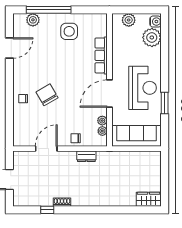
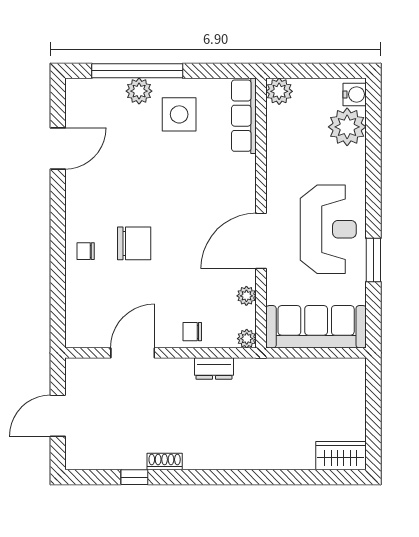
plant: (33, 20) -> (139, 91), moved
plant: (129, 20) -> (279, 91), moved
row of seats: (101, 55) -> (244, 116), moved
chair: (47, 95) -> (134, 243), turned 120
plant: (102, 131) -> (247, 339), moved

